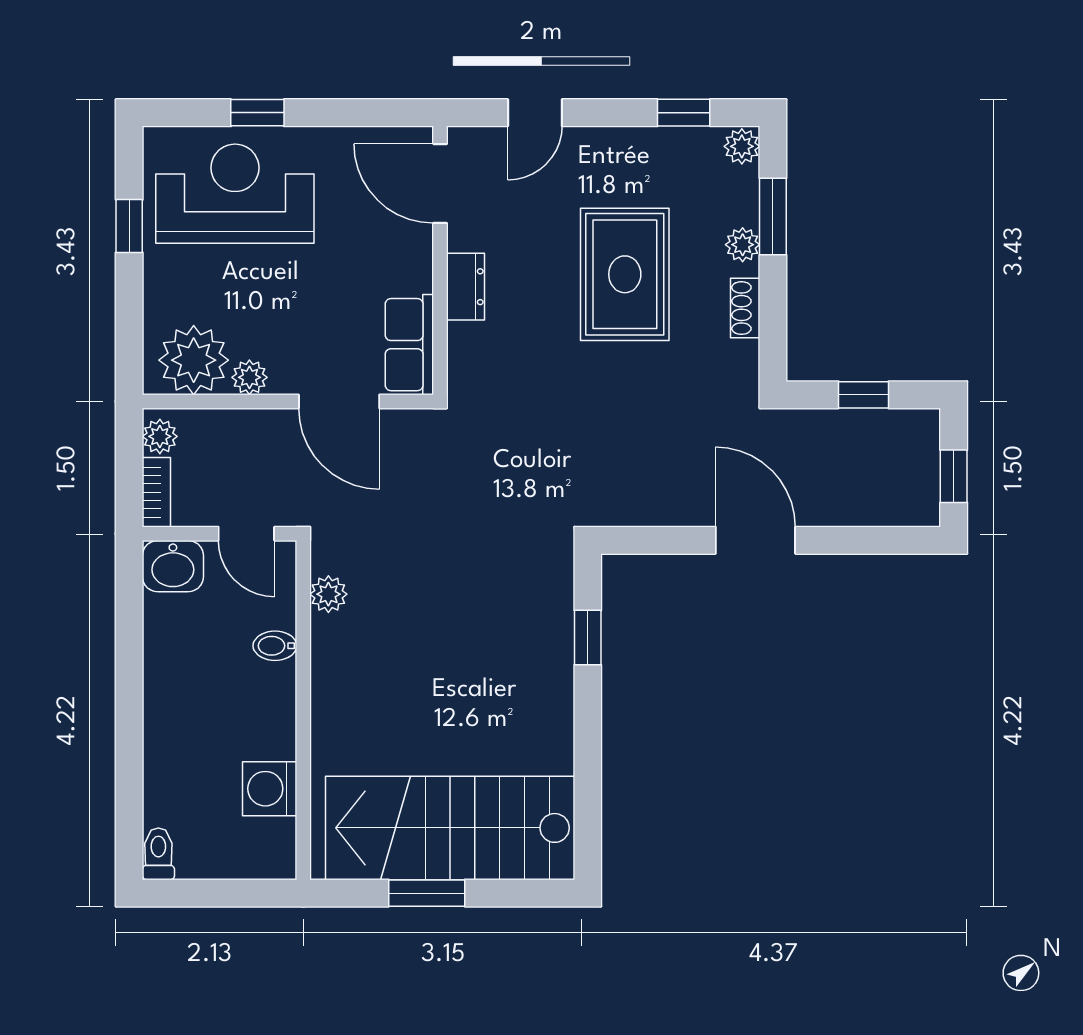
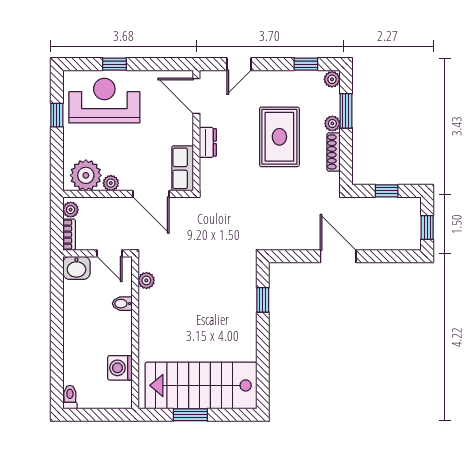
shoe rack: (745, 308) -> (333, 152), width x1.43

